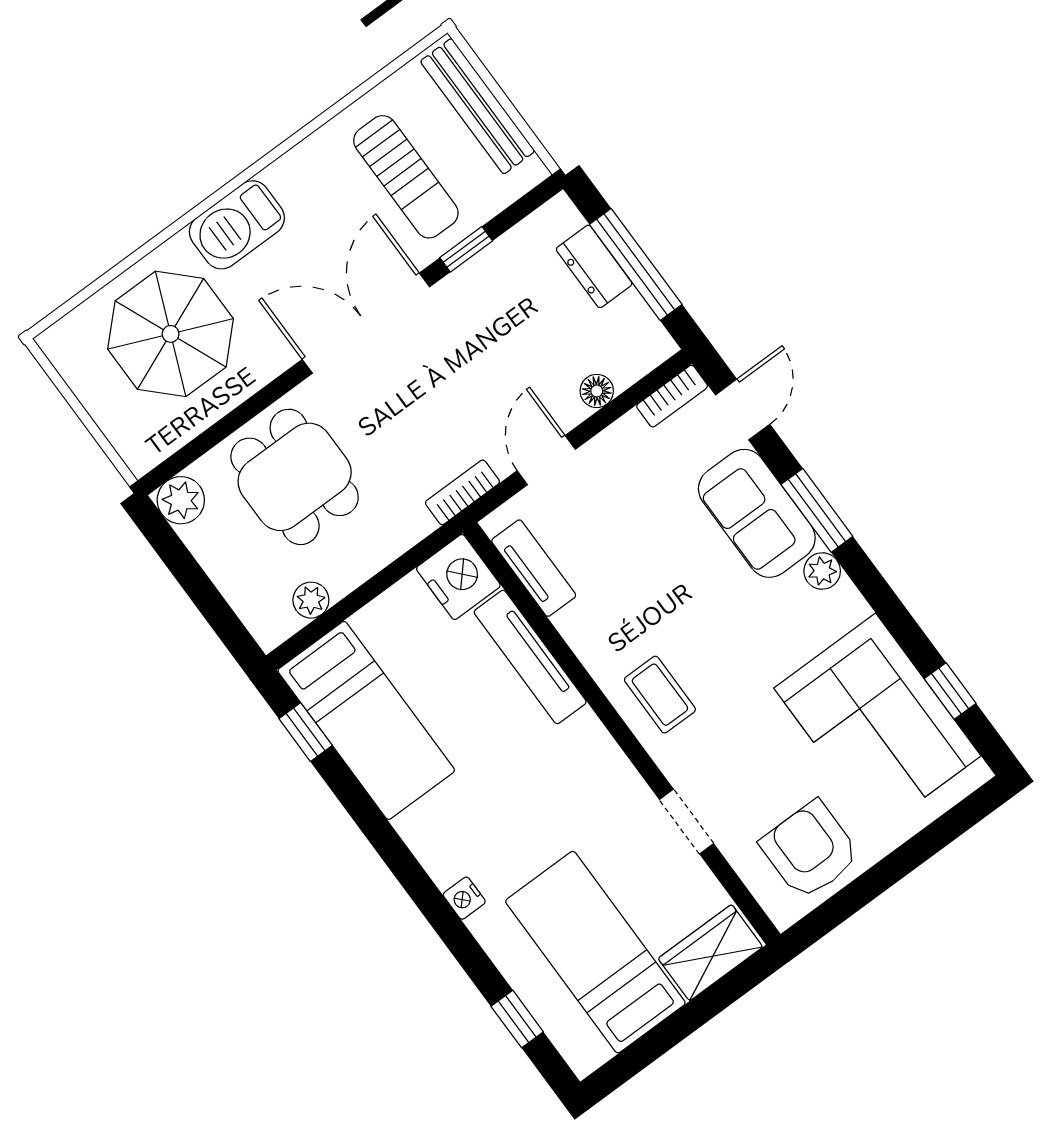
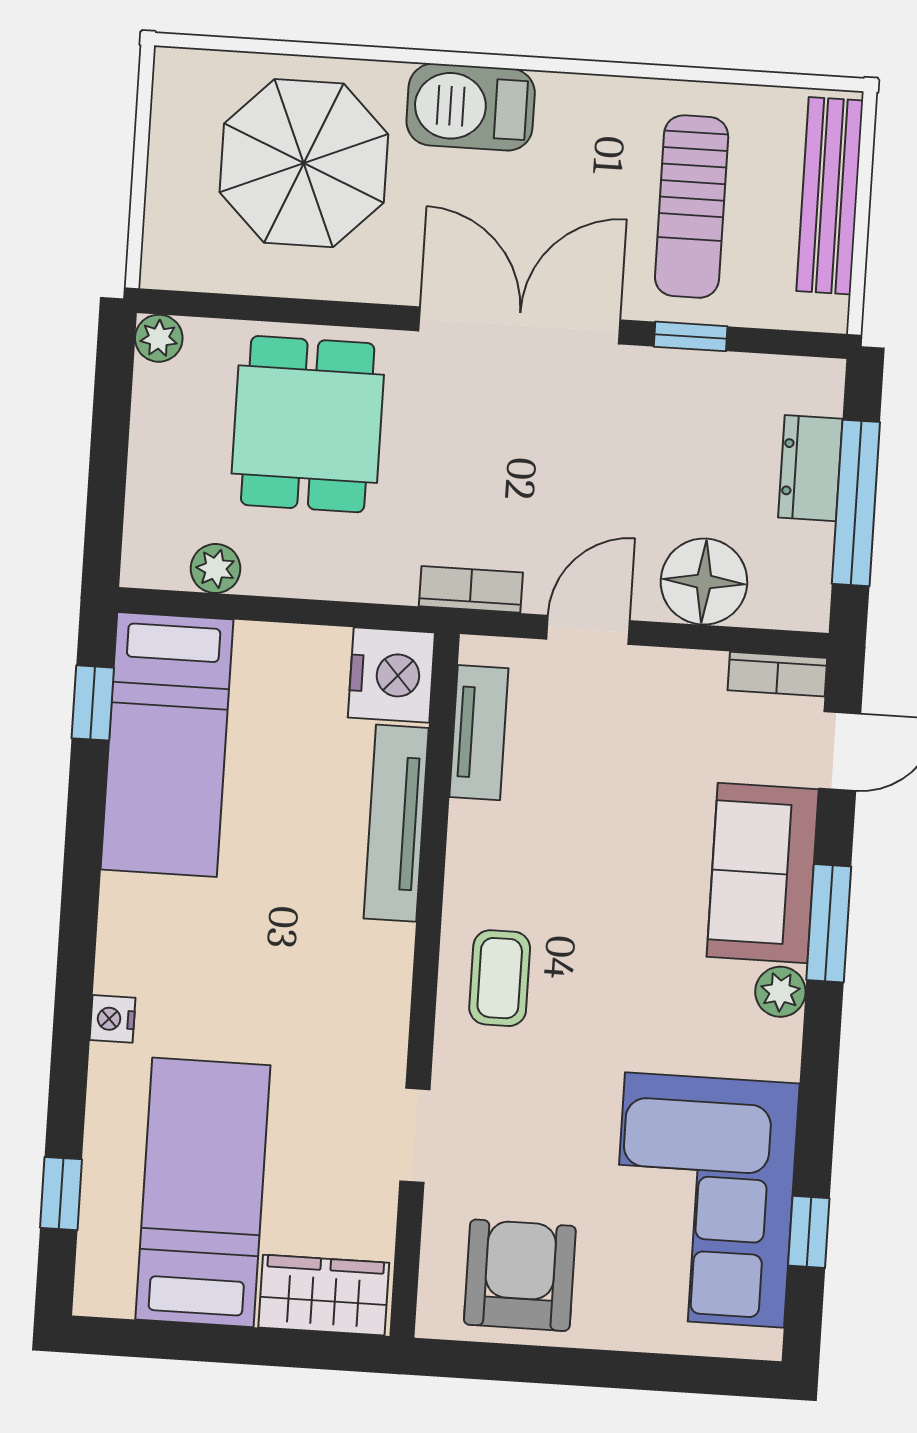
floor lamp: (597, 391) -> (704, 582), width x1.89, depth x1.89
plant: (181, 500) -> (159, 338), width x0.73, depth x0.73

